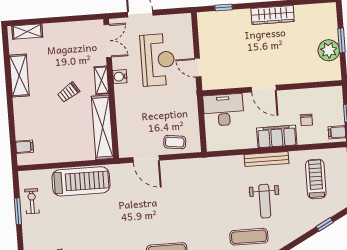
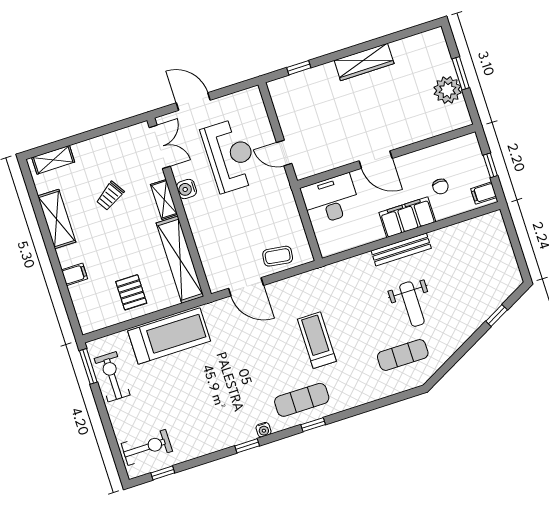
trolley: (69, 92) -> (110, 196), moved
pallet: (61, 143) -> (131, 292), added
filing cabinet: (24, 147) -> (74, 274), moved
treadmill: (316, 179) -> (317, 340), moved
exercise bike: (32, 201) -> (112, 377), width x1.38, depth x1.39
window: (18, 211) -> (88, 366), moved

